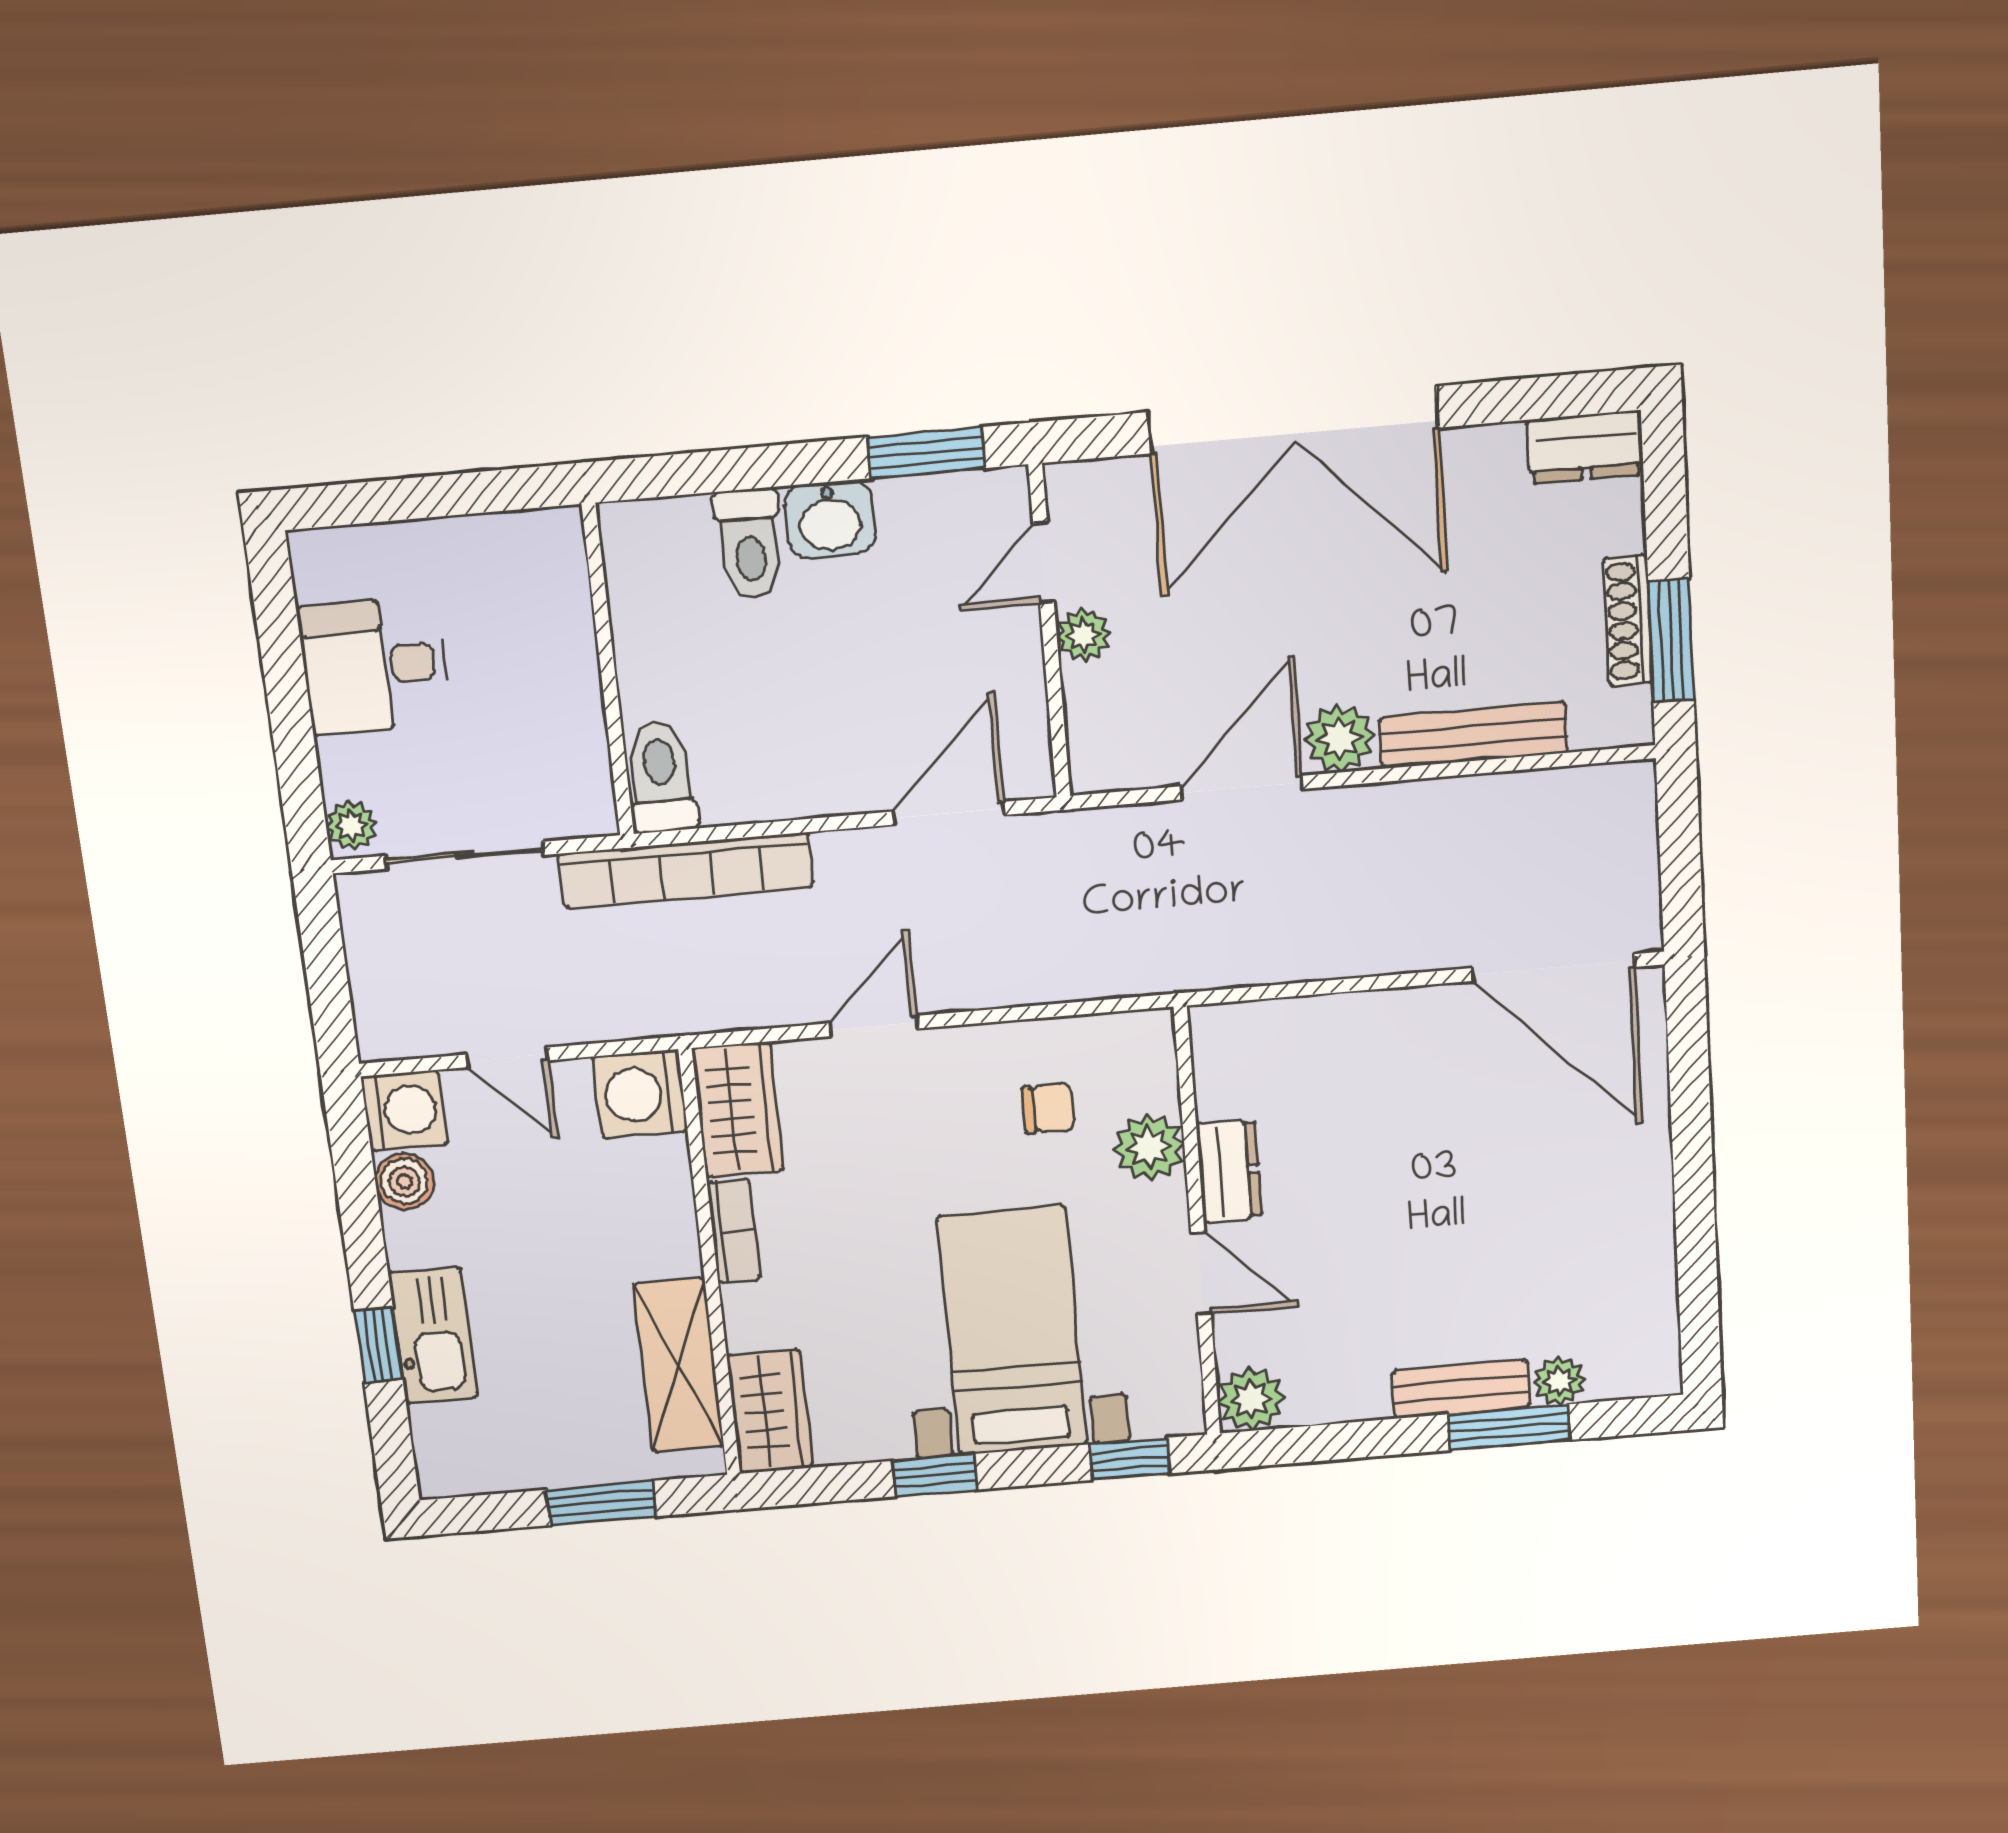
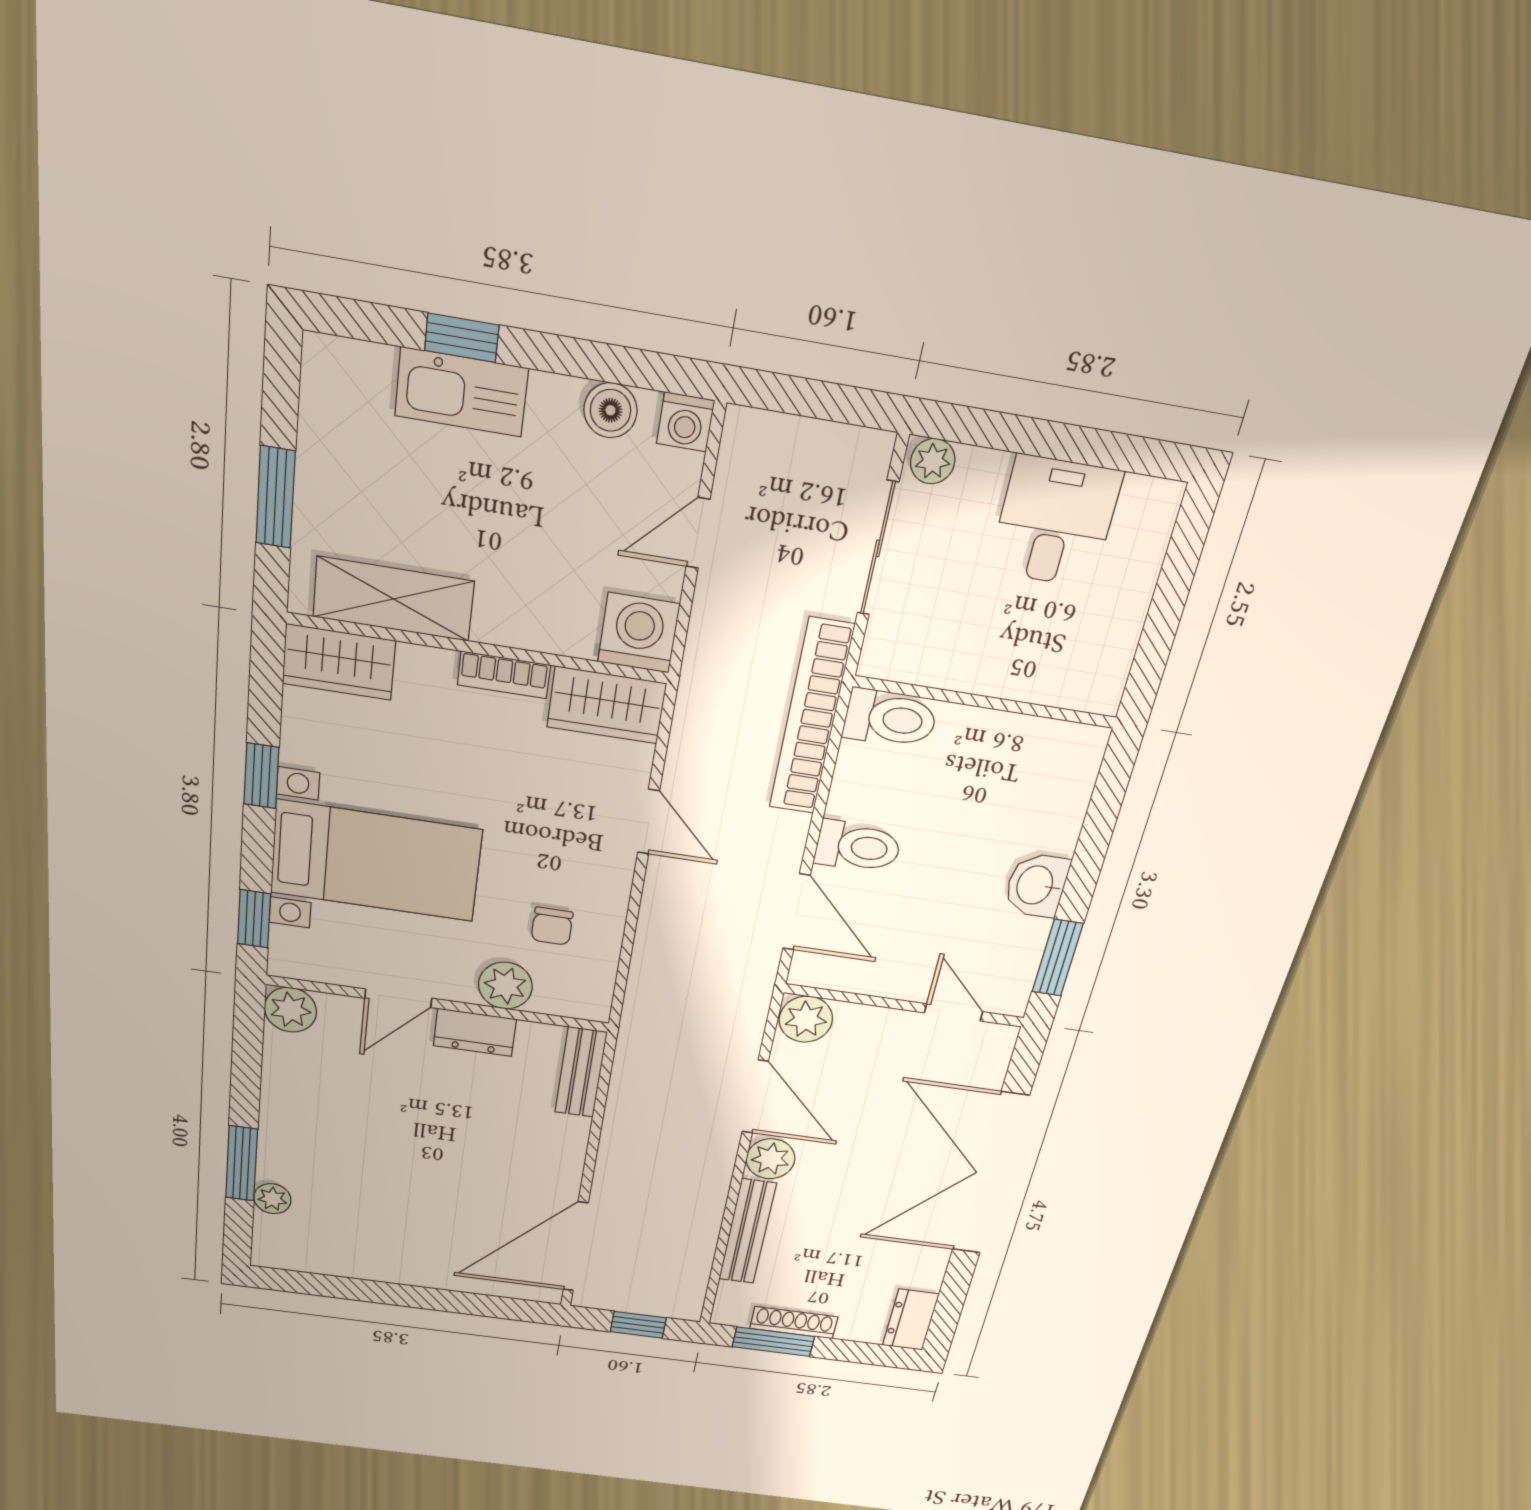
toilet: (749, 544) -> (858, 847), moved, turned 180
plant: (1083, 635) -> (806, 1019), moved, width x1.38, depth x1.38
window: (1680, 846) -> (638, 1325), added
washing machine: (404, 1110) -> (685, 422), width x0.73, depth x0.73
bench: (1461, 1389) -> (581, 1072), moved

